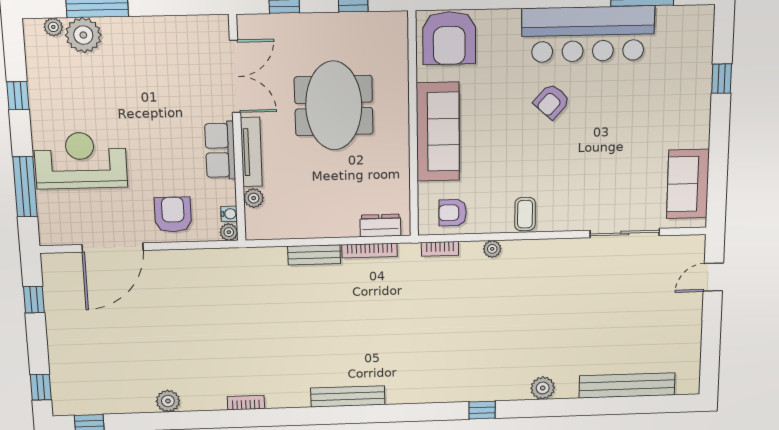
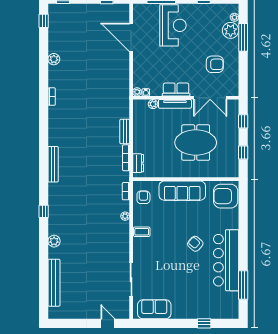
armchair: (173, 214) -> (215, 64), moved
bench: (348, 396) -> (53, 164), moved

